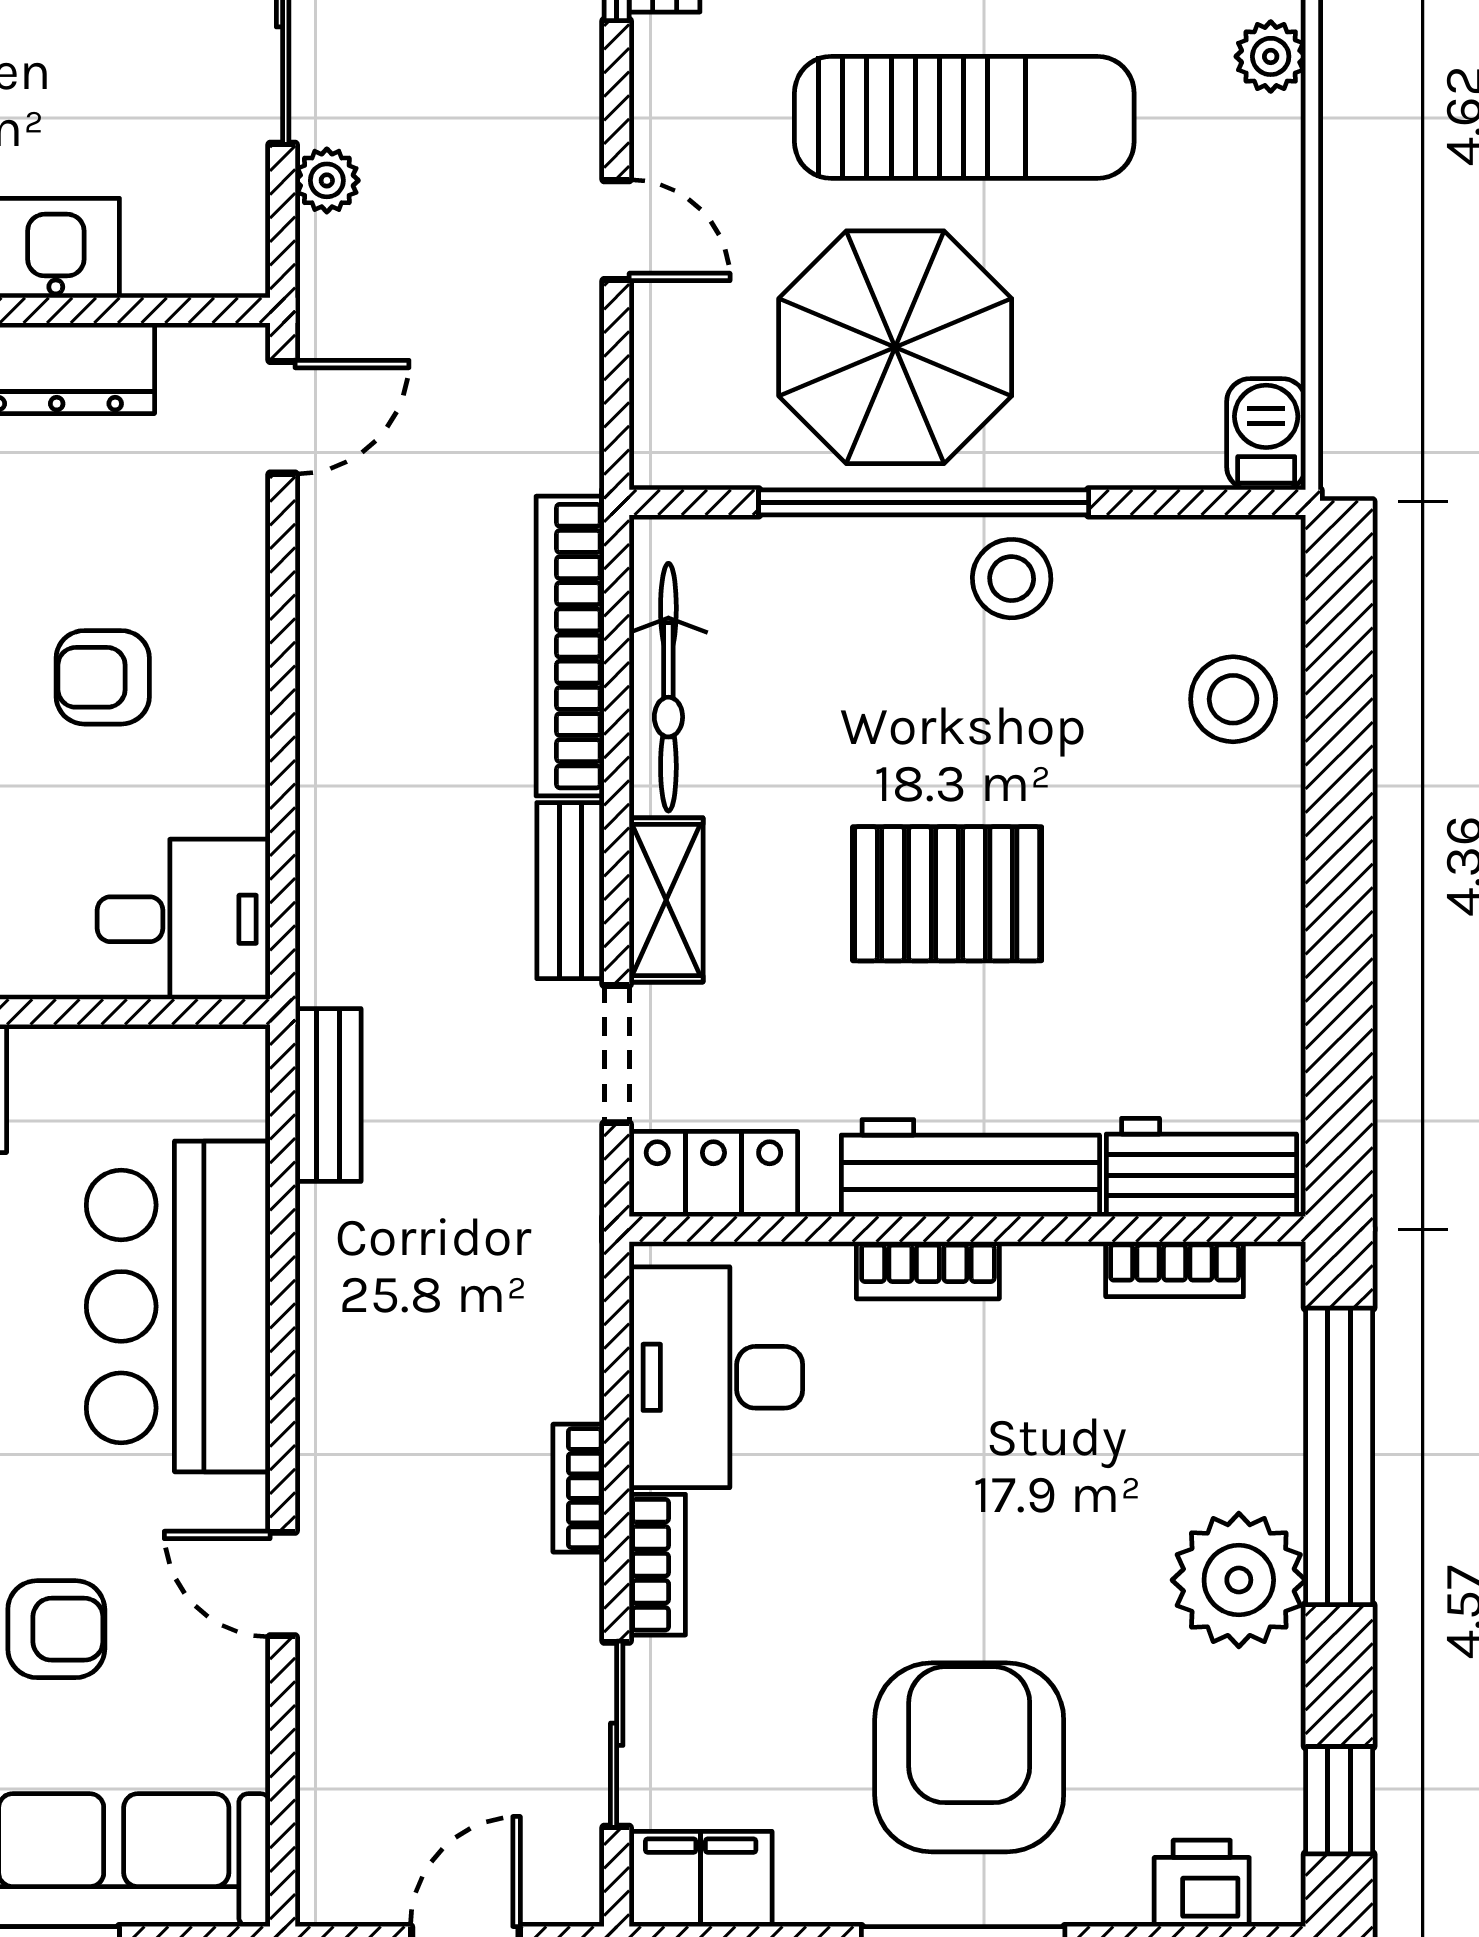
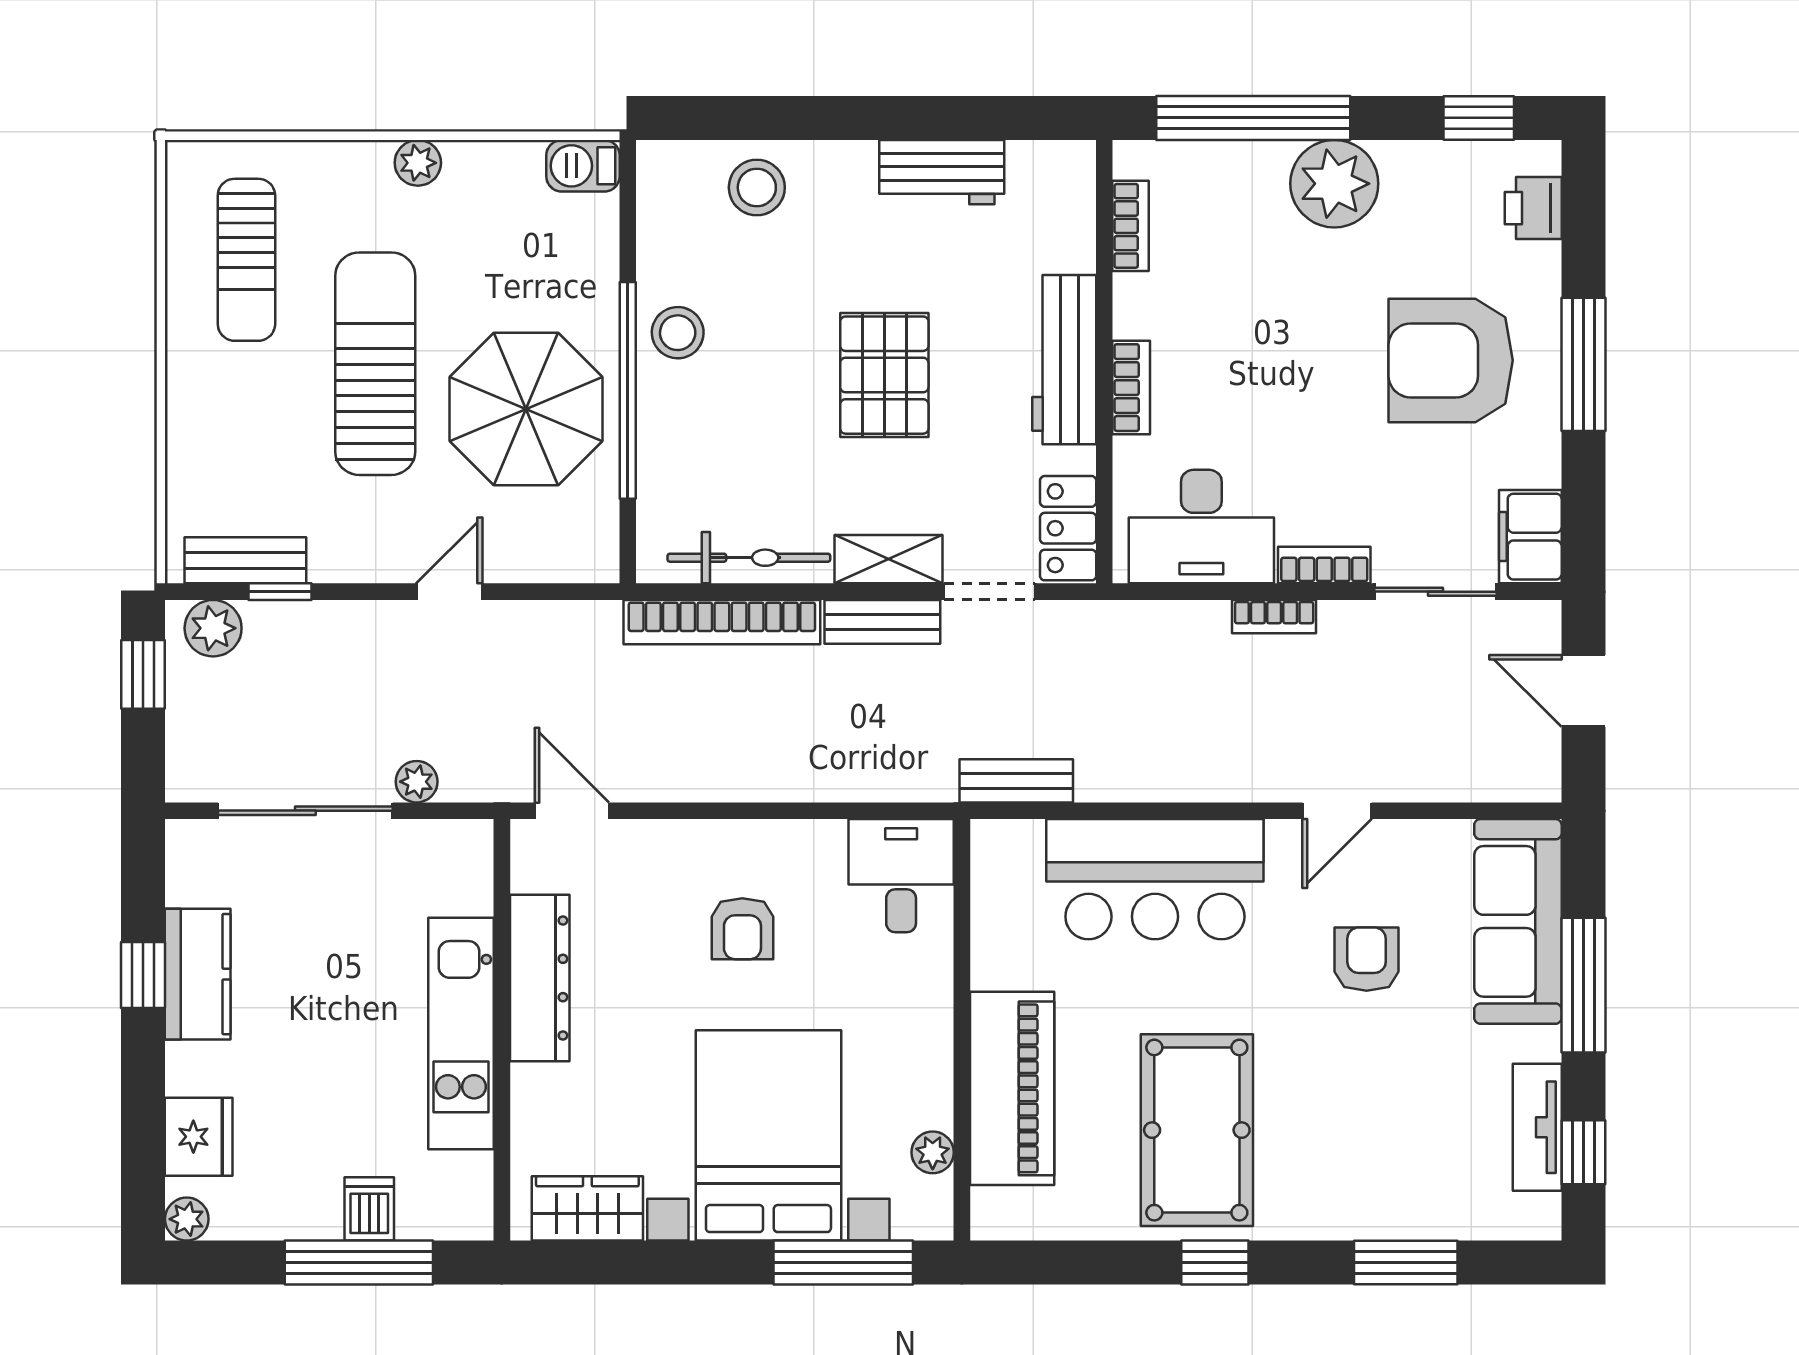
plant: (1271, 56) -> (418, 163), moved
workbench: (1201, 1167) -> (942, 172), moved, turned -90

